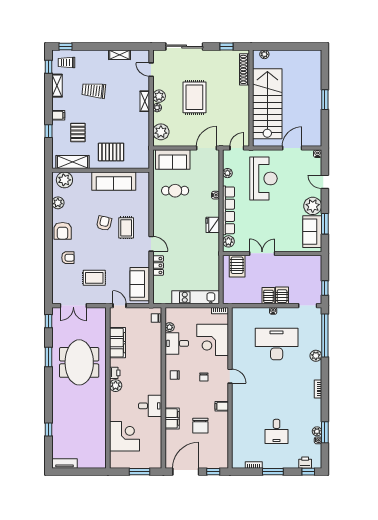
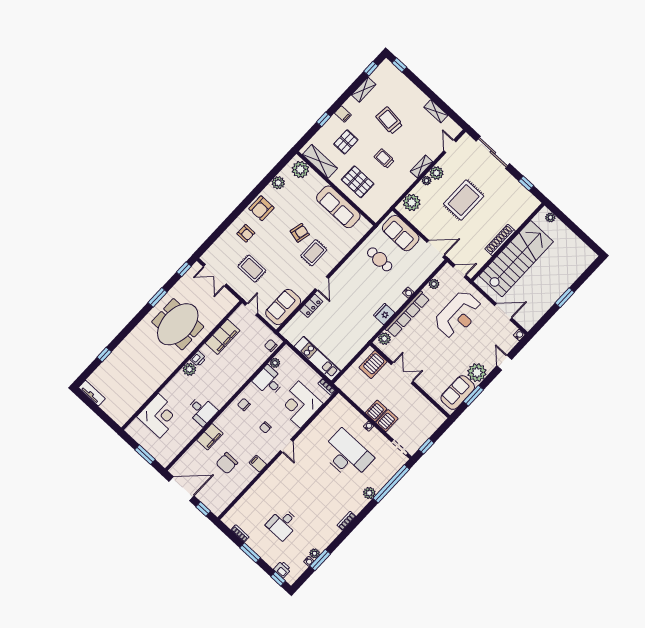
trolley: (67, 62) -> (384, 159), moved
shoe rack: (245, 69) -> (500, 240), moved

